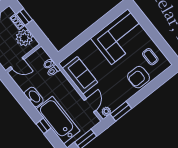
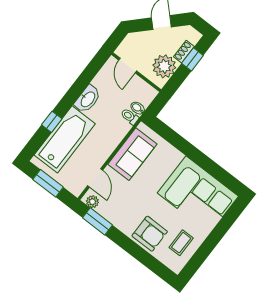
armchair: (139, 77) -> (150, 234), turned 180
door: (90, 105) -> (95, 178), hinge flipped

